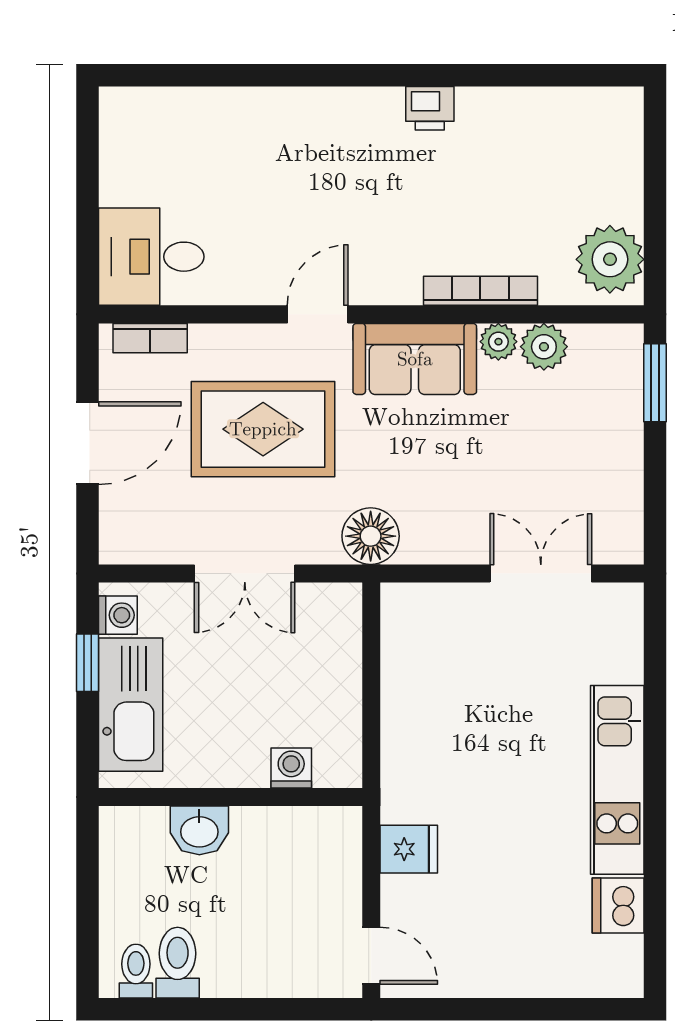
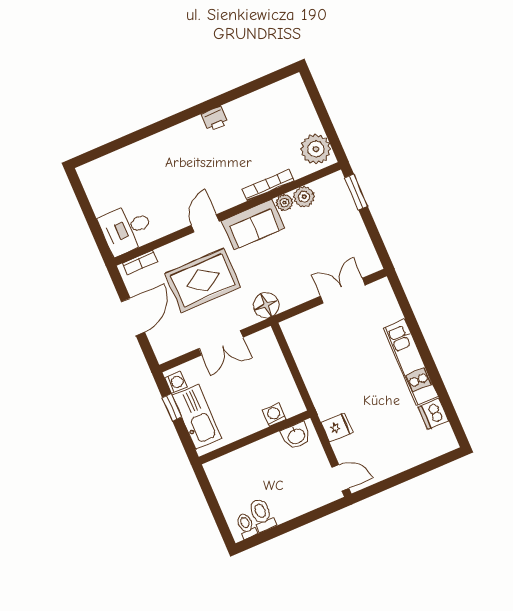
washbasin: (199, 830) -> (296, 436), moved

